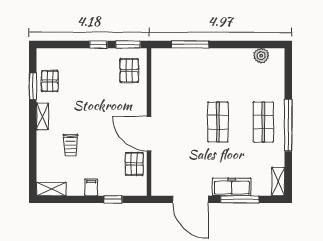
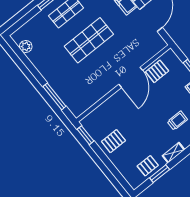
window: (98, 44) -> (100, 154), removed
pallet: (129, 71) -> (113, 141), moved
shop shelf: (218, 122) -> (89, 40), width x1.43, depth x1.36

